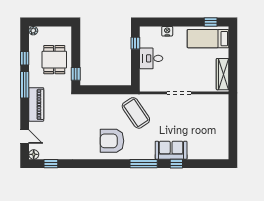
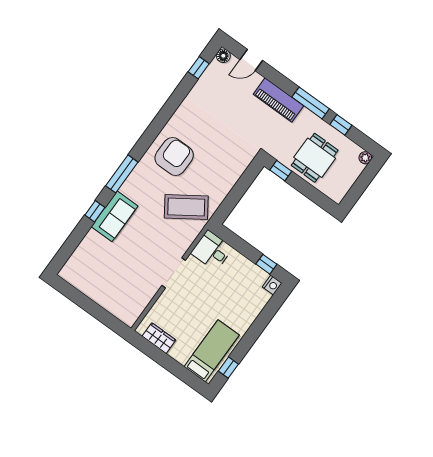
nightstand: (167, 31) -> (272, 285), moved
desk: (151, 58) -> (212, 251), moved, turned -90
dining table: (54, 60) -> (315, 158), turned 90
wardrobe: (223, 74) -> (159, 338), width x0.67

